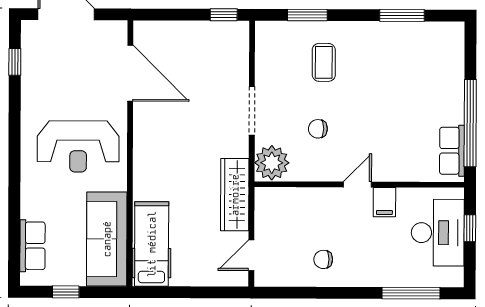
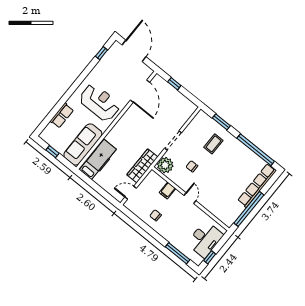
window: (224, 15) -> (174, 84), moved
window: (402, 15) -> (256, 150), width x2.11
reception desk: (78, 146) -> (100, 102), turned 180
row of seats: (452, 151) -> (257, 185), moved, width x2.02
door: (357, 184) -> (190, 198), hinge flipped
filing cabinet: (384, 202) -> (167, 190), moved
window: (470, 228) -> (210, 257), moved
row of seats: (32, 246) -> (62, 115), moved

